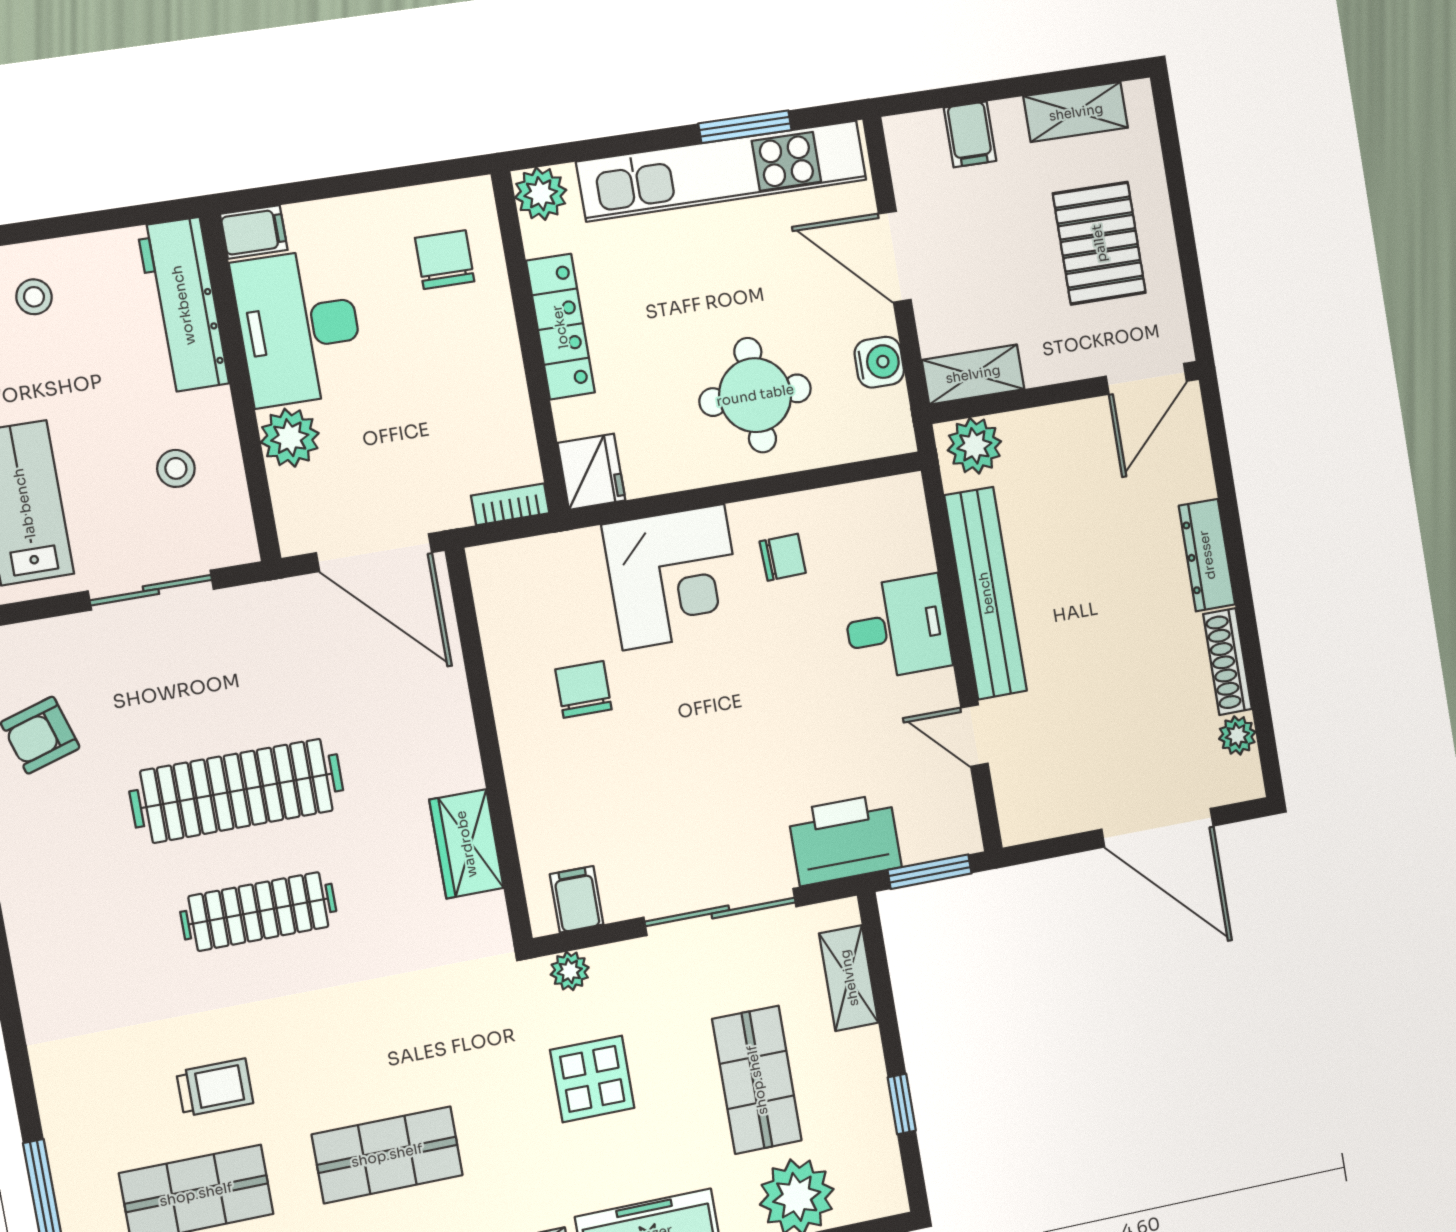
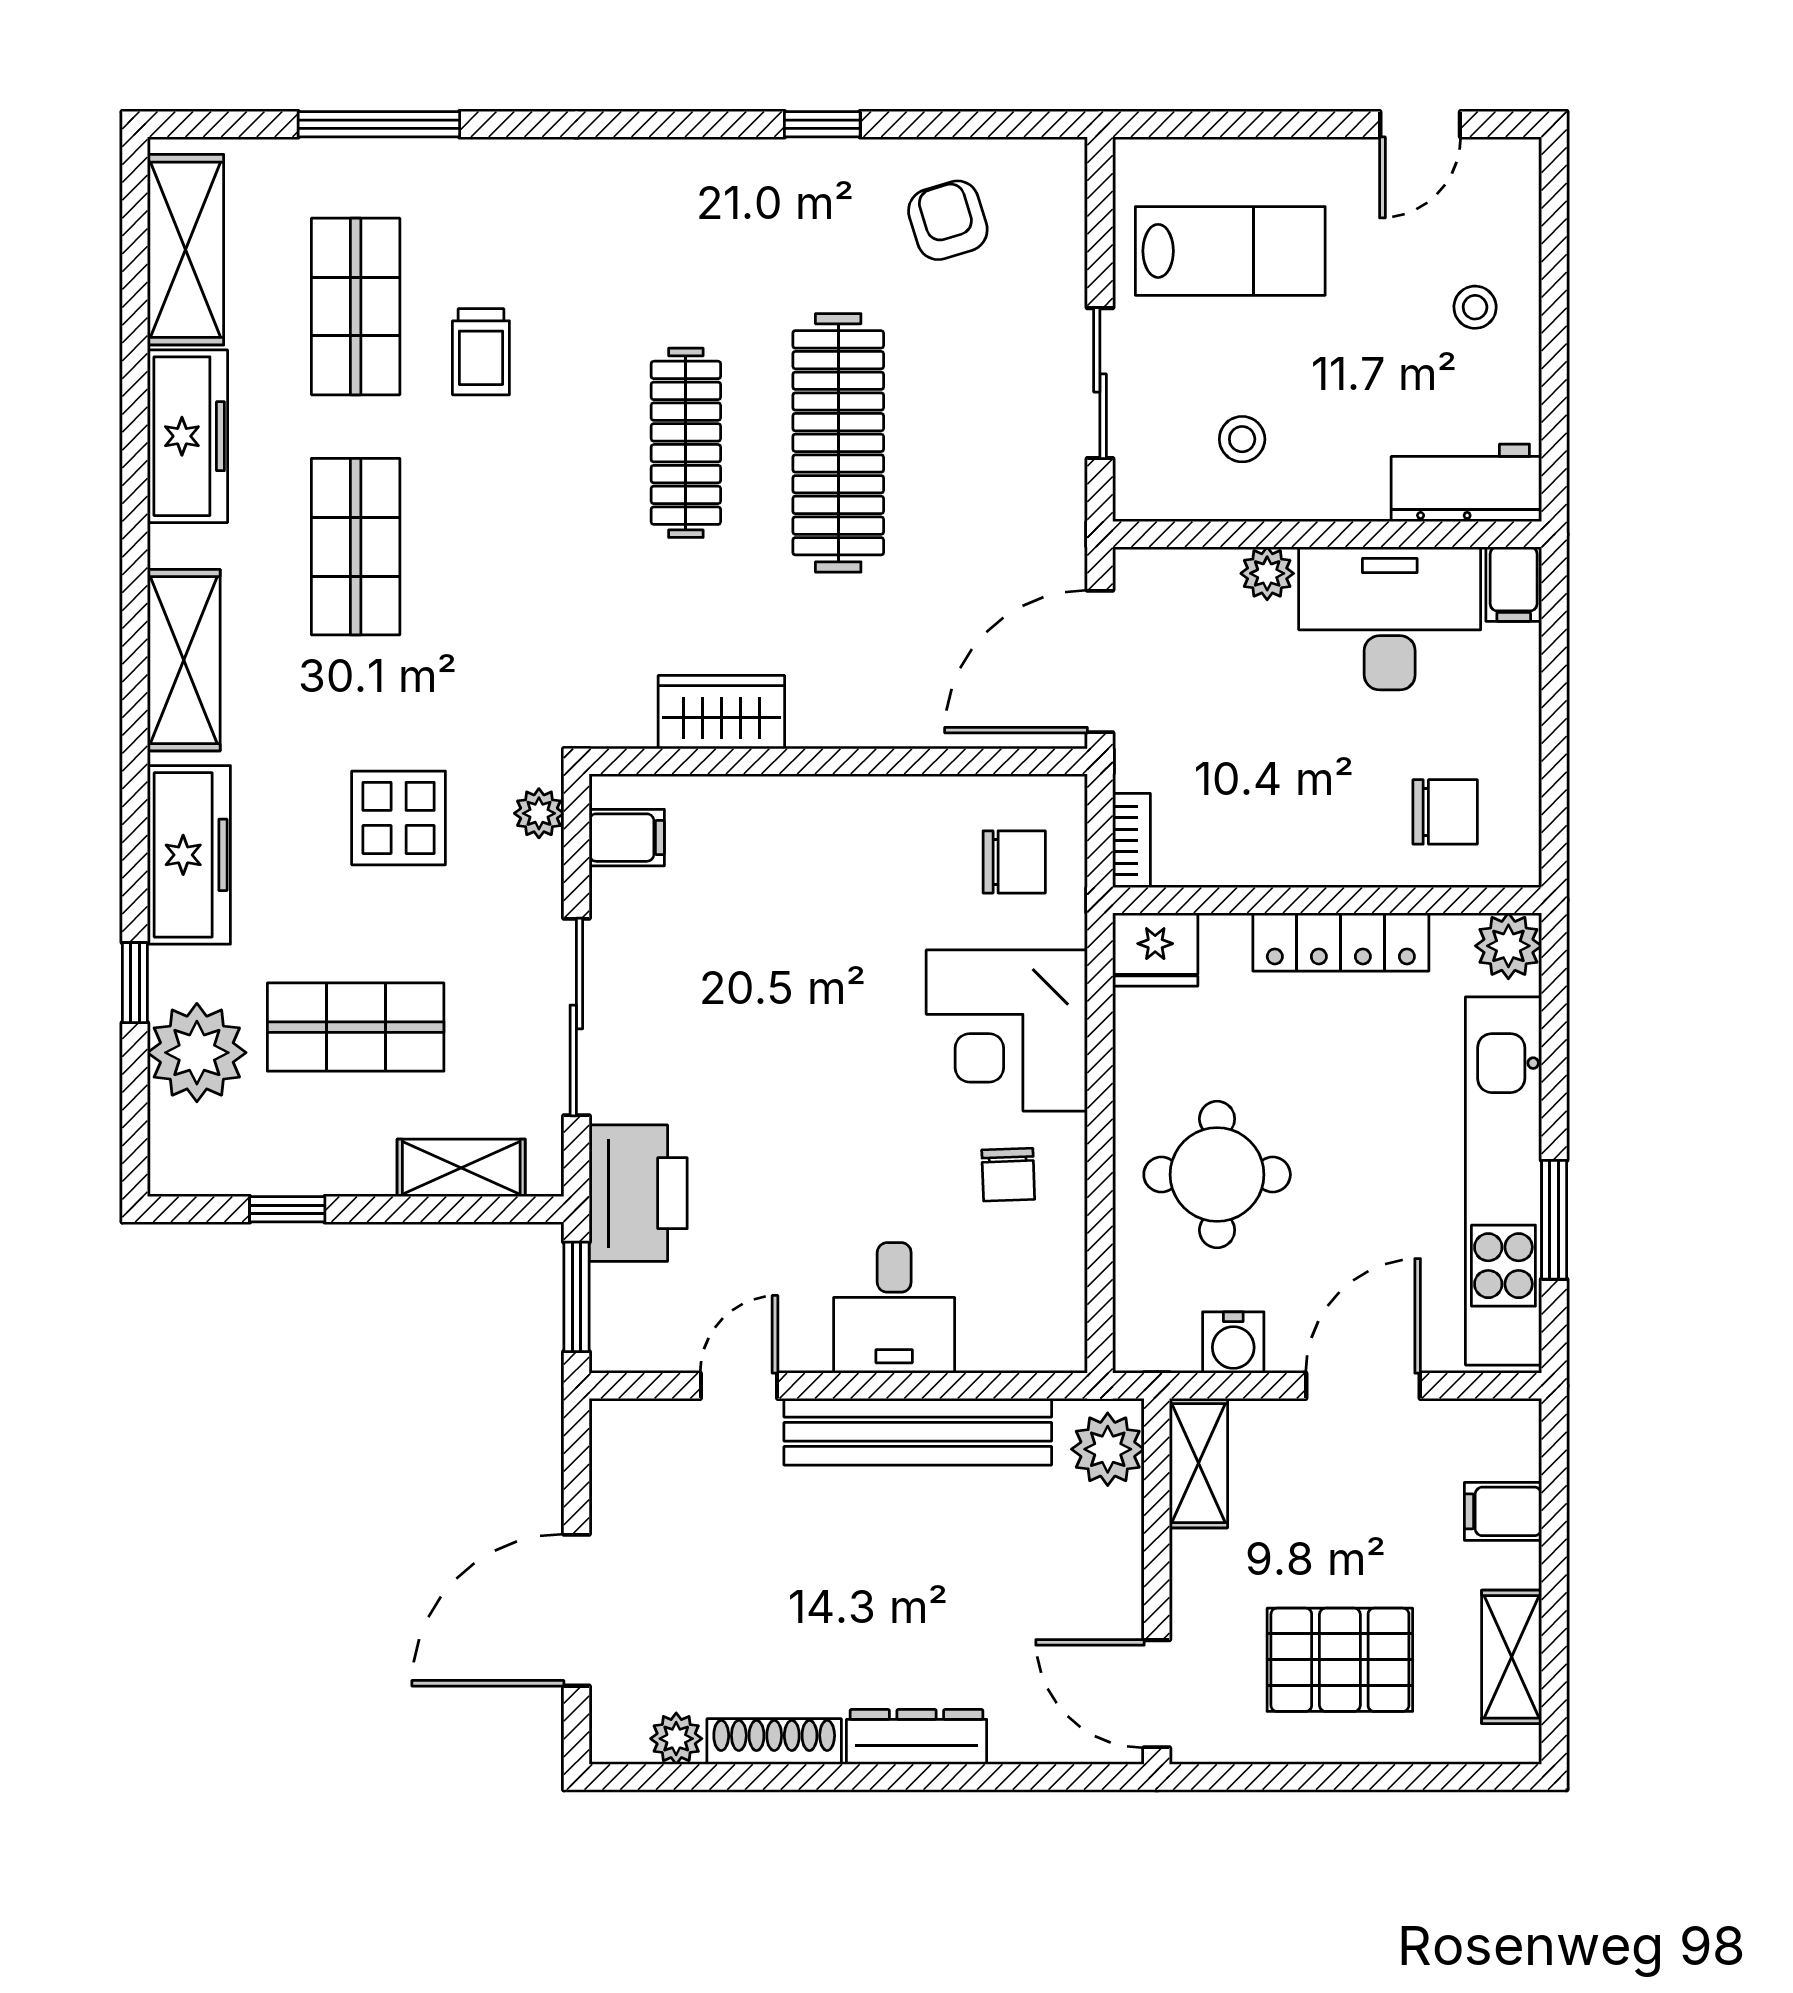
workbench: (183, 305) -> (1466, 483), width x0.73
plant: (290, 438) -> (1267, 573), width x0.73, depth x0.73
chair: (583, 689) -> (1014, 862), moved

